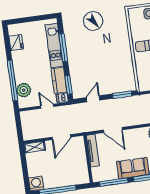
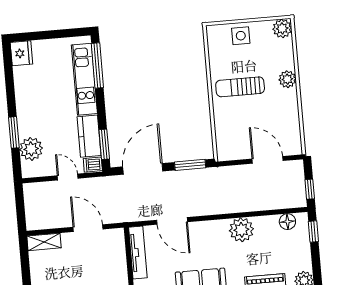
fridge: (16, 43) -> (21, 53), moved
window: (63, 48) -> (97, 66), moved
window: (12, 81) -> (14, 132), width x0.47
door: (93, 99) -> (143, 169), width x1.88
door: (61, 137) -> (88, 228), swing flipped

